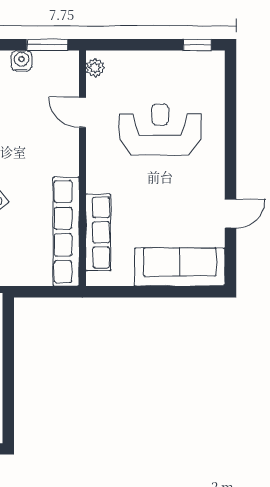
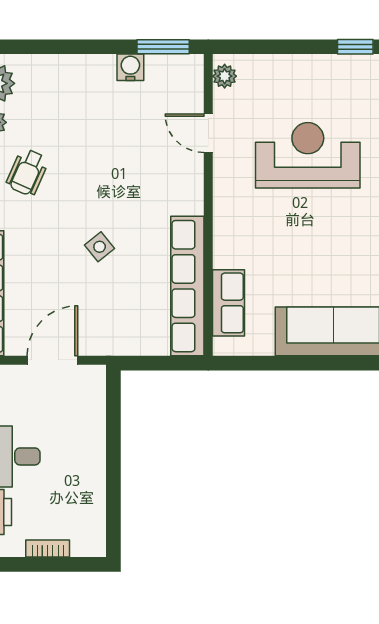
row of seats: (98, 232) -> (229, 303), width x0.68

